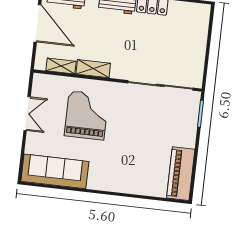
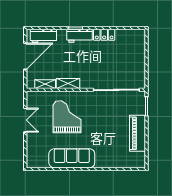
door: (37, 23) -> (25, 56), hinge flipped
sofa: (55, 171) -> (72, 158), moved
piano: (181, 174) -> (137, 133), moved

